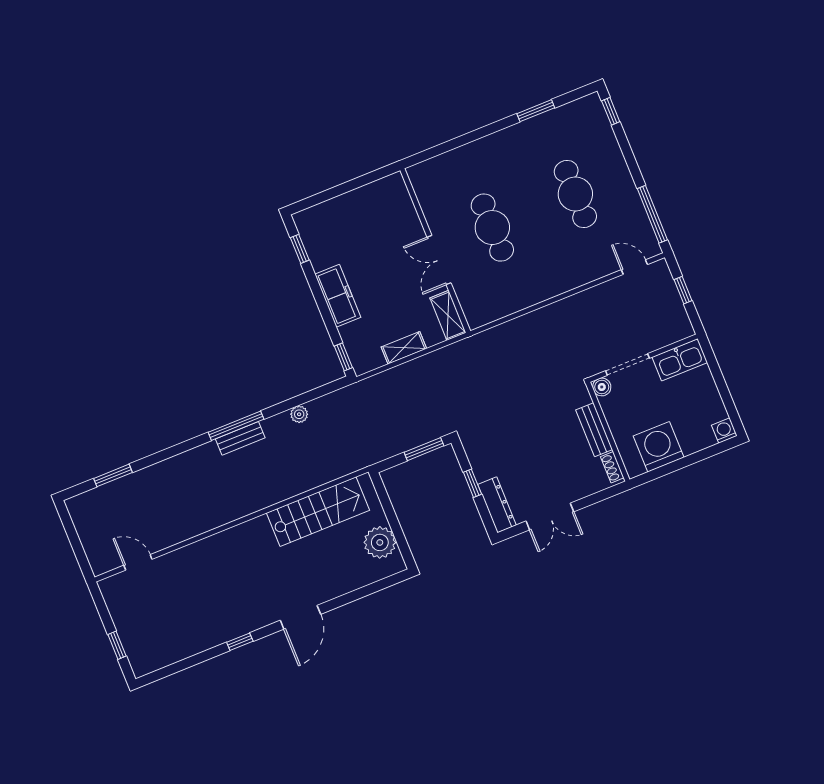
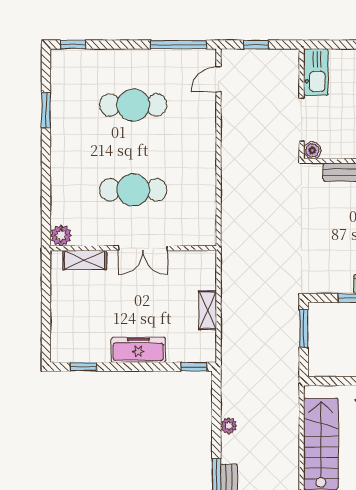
plant: (419, 175) -> (61, 235), added
shelving: (448, 315) -> (85, 260), moved

